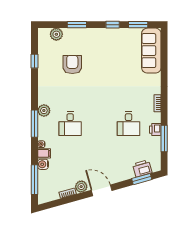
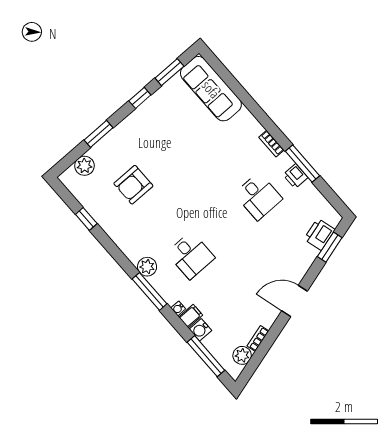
armchair: (72, 64) -> (133, 185), turned -90
window: (164, 138) -> (302, 164), moved
plant: (81, 187) -> (242, 355), moved

